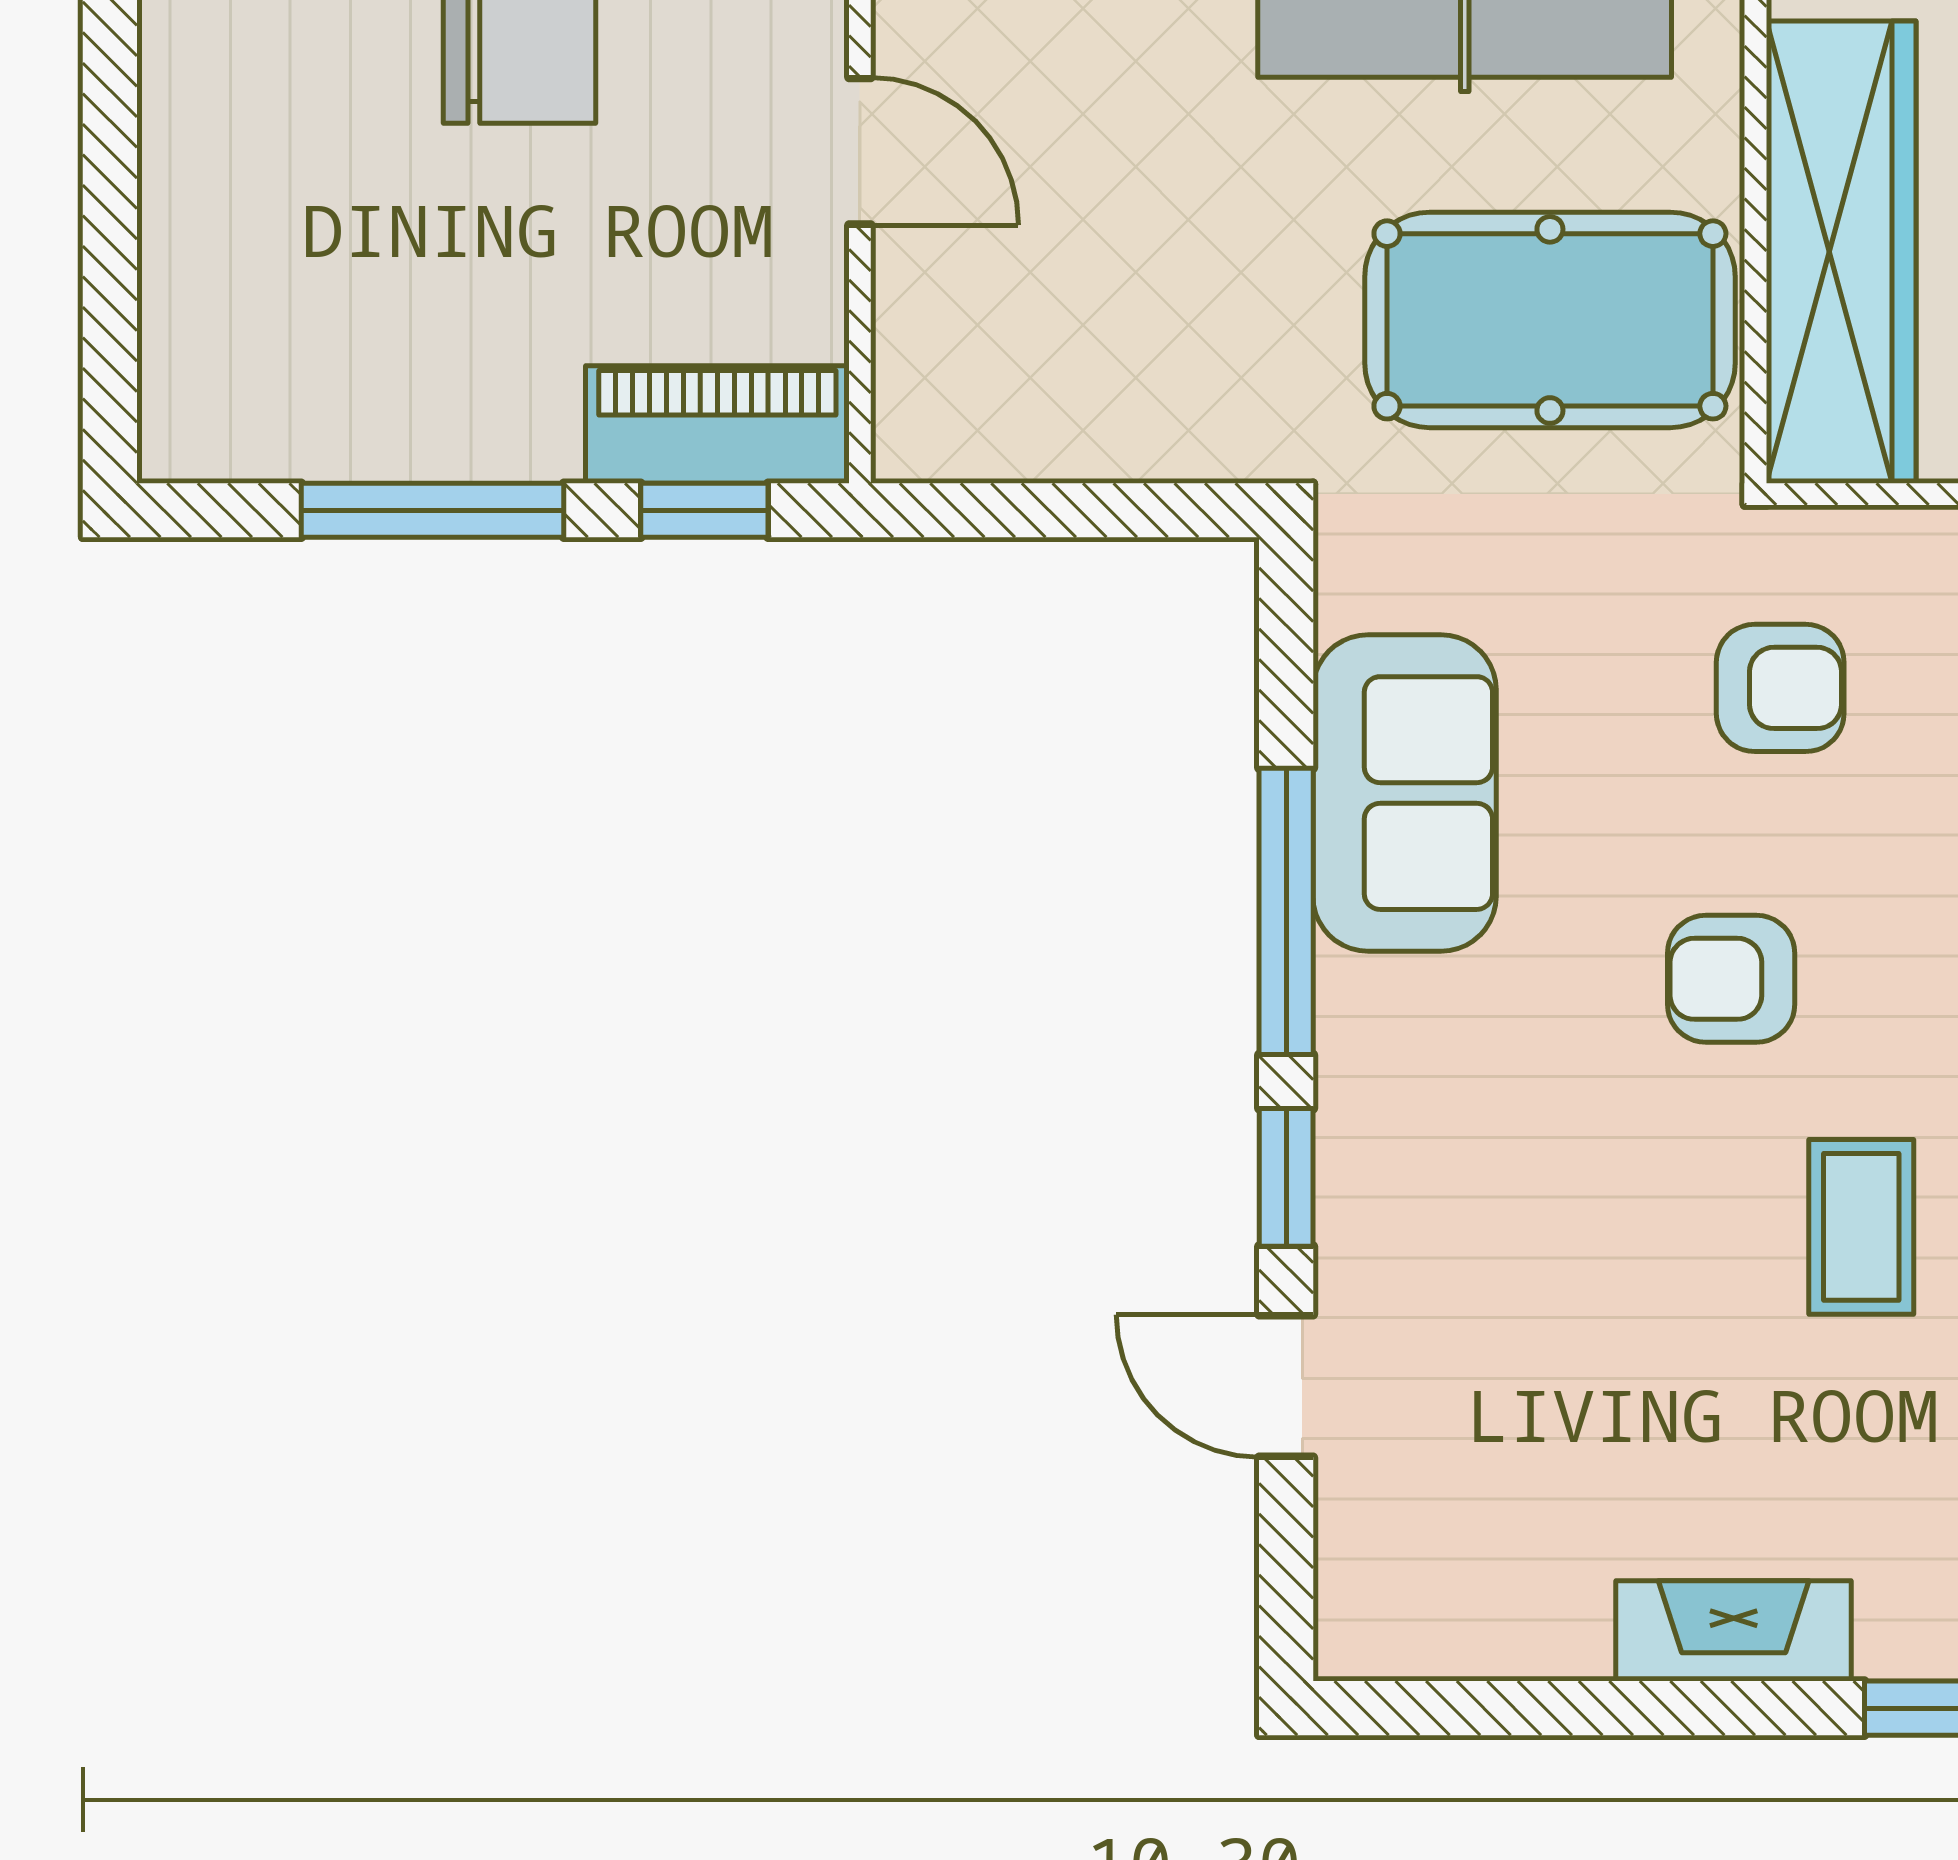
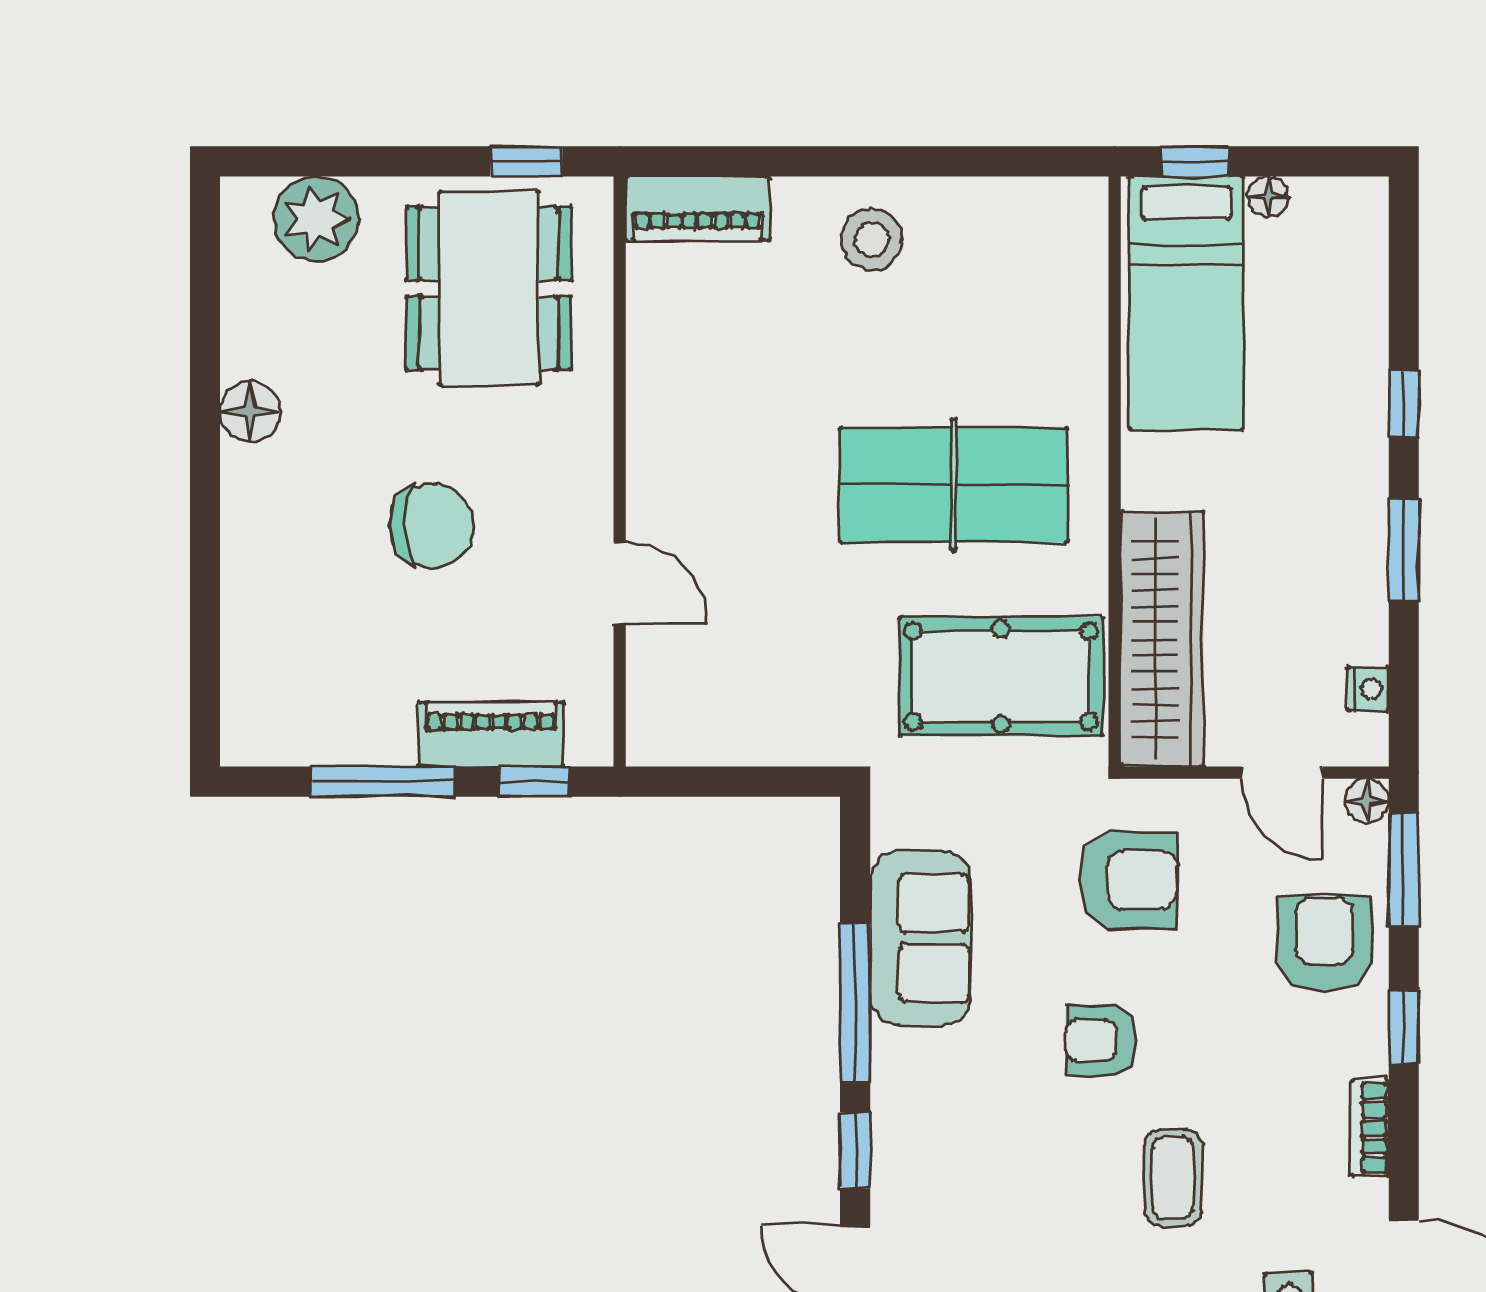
piano: (717, 424) -> (491, 734), moved
armchair: (1780, 688) -> (1128, 880), width x1.38, depth x1.38

